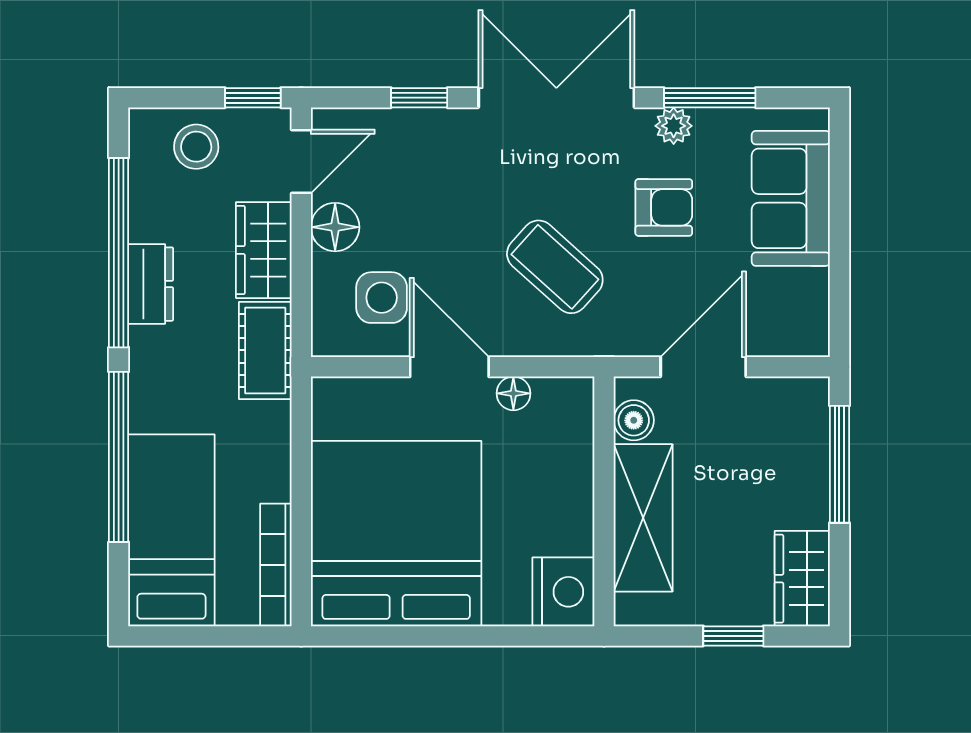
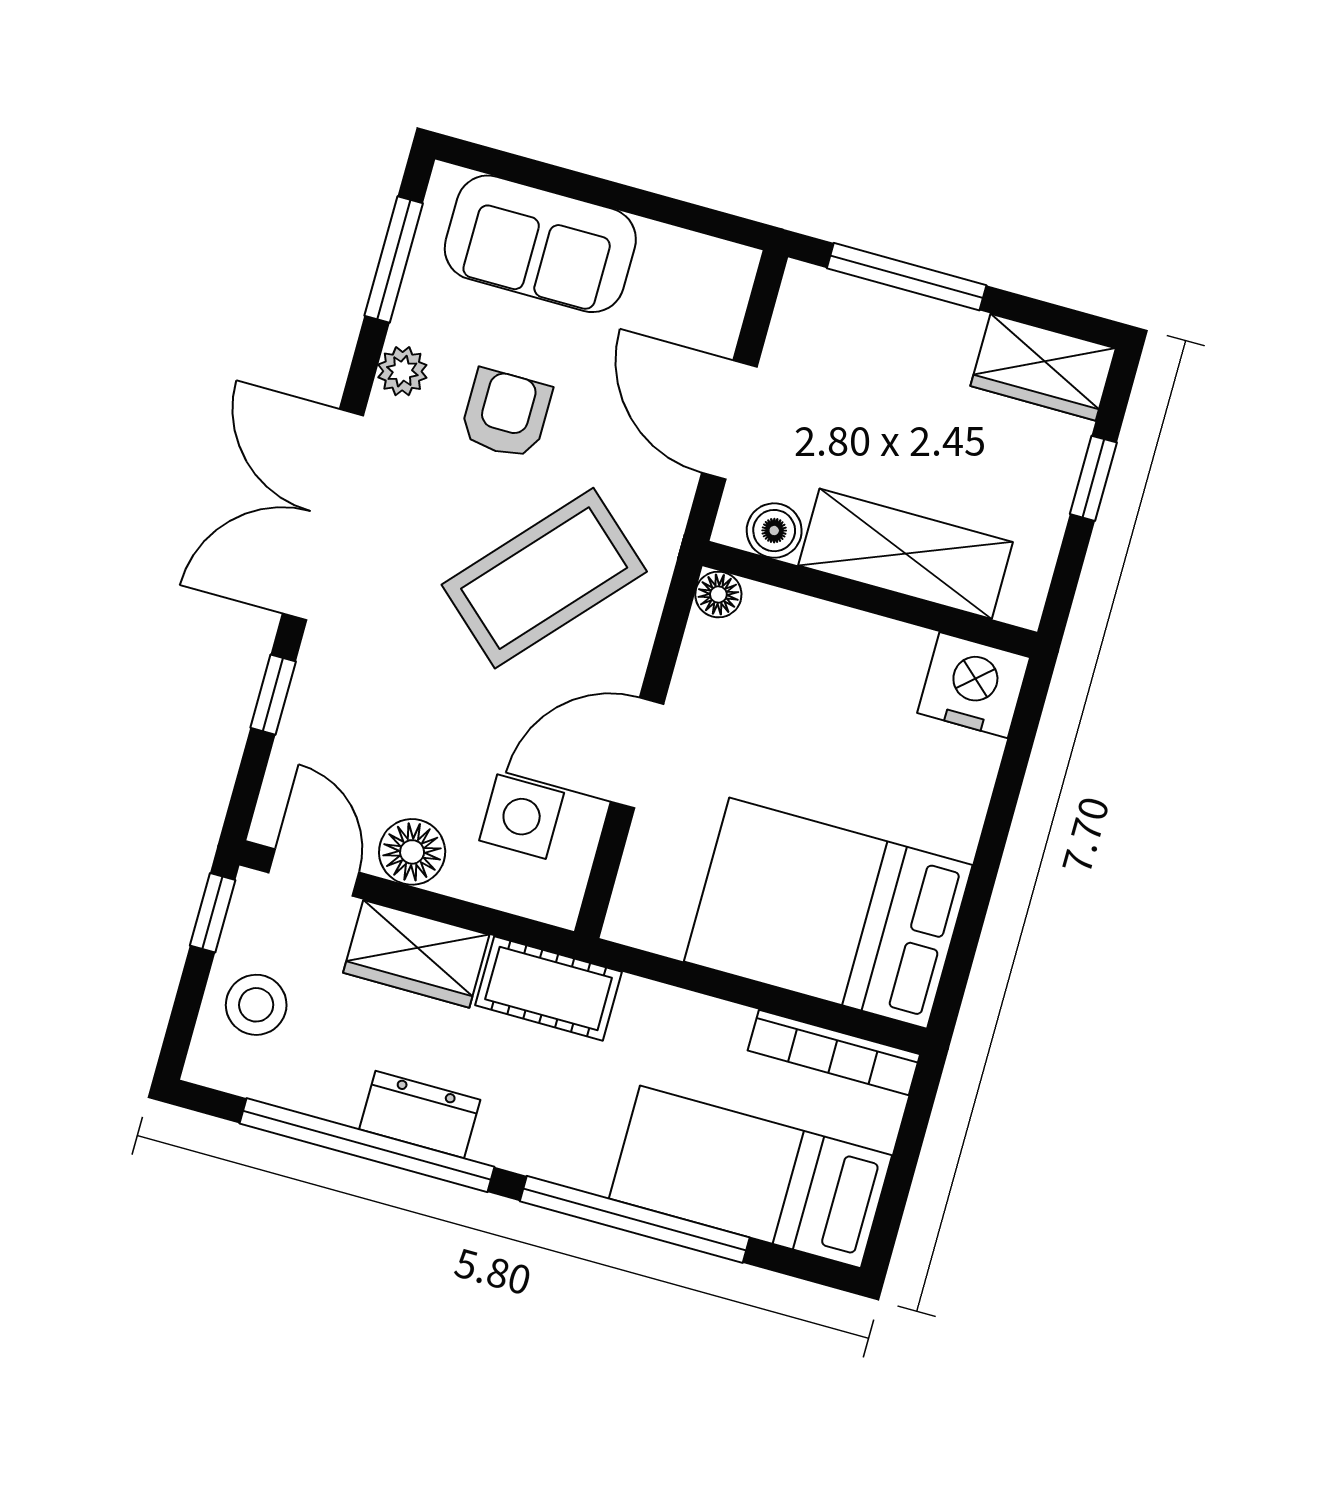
window: (710, 98) -> (394, 260), moved
coffee table: (555, 267) -> (544, 578), width x1.36, depth x1.32
floor lamp: (513, 393) -> (718, 594), moved
bed: (396, 534) -> (828, 913), width x0.73

